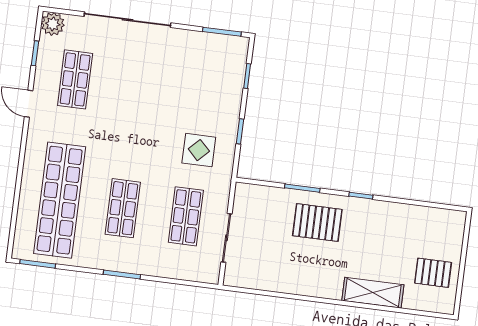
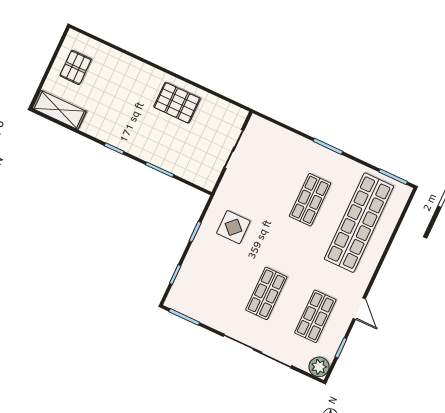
shop shelf: (186, 216) -> (266, 293), moved
pallet: (317, 223) -> (177, 103), moved
pallet: (433, 273) -> (76, 67), turned 90
shelving: (373, 293) -> (59, 110), moved

